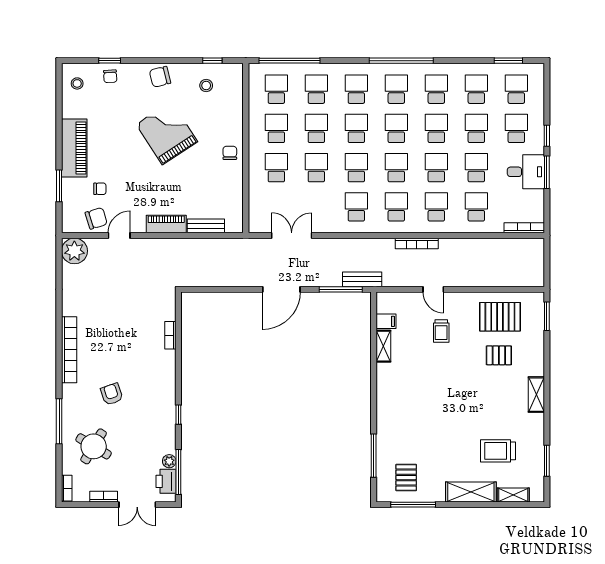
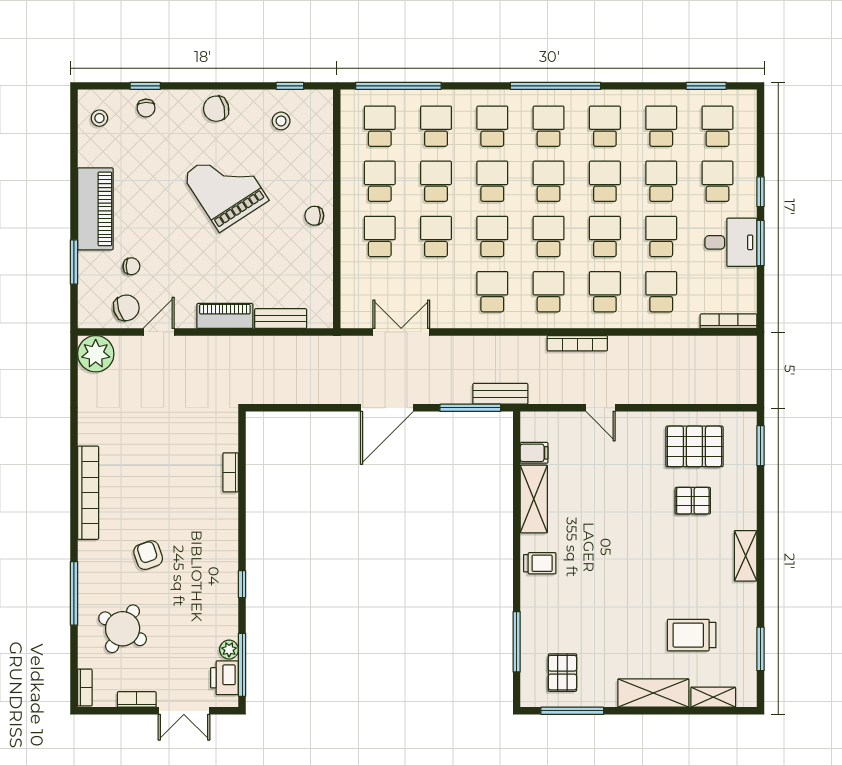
chair: (230, 153) -> (314, 216), turned -90
trolley: (441, 331) -> (540, 563), moved, turned -90
shelving: (383, 346) -> (534, 499), width x1.50, depth x1.33

